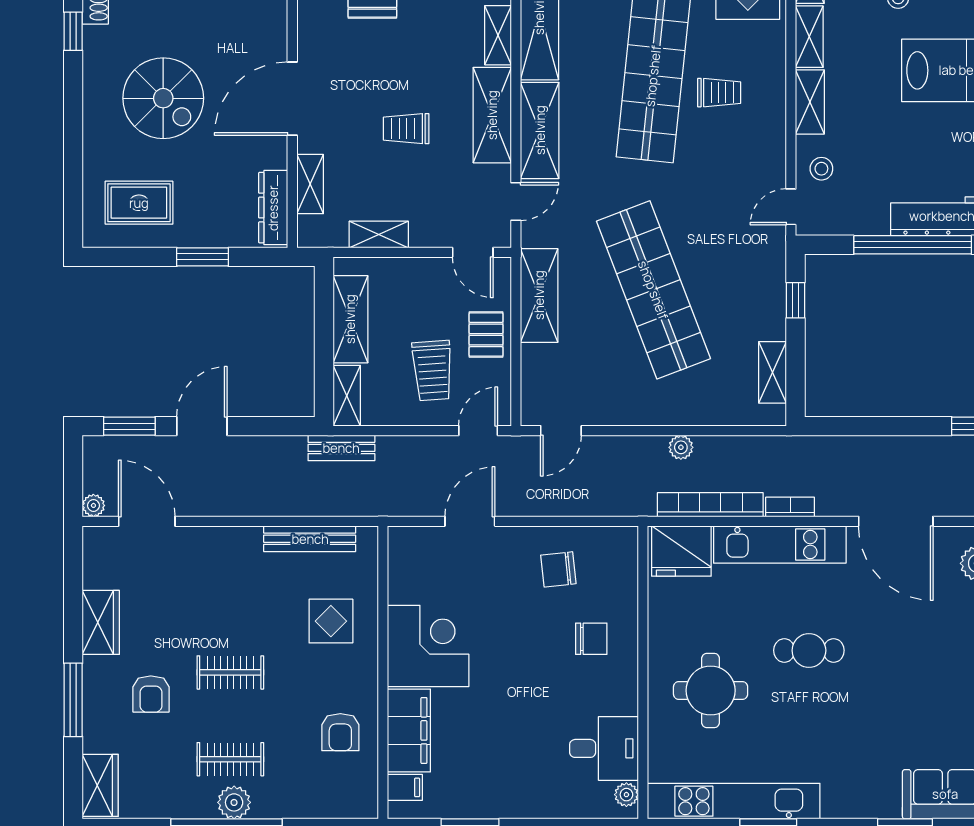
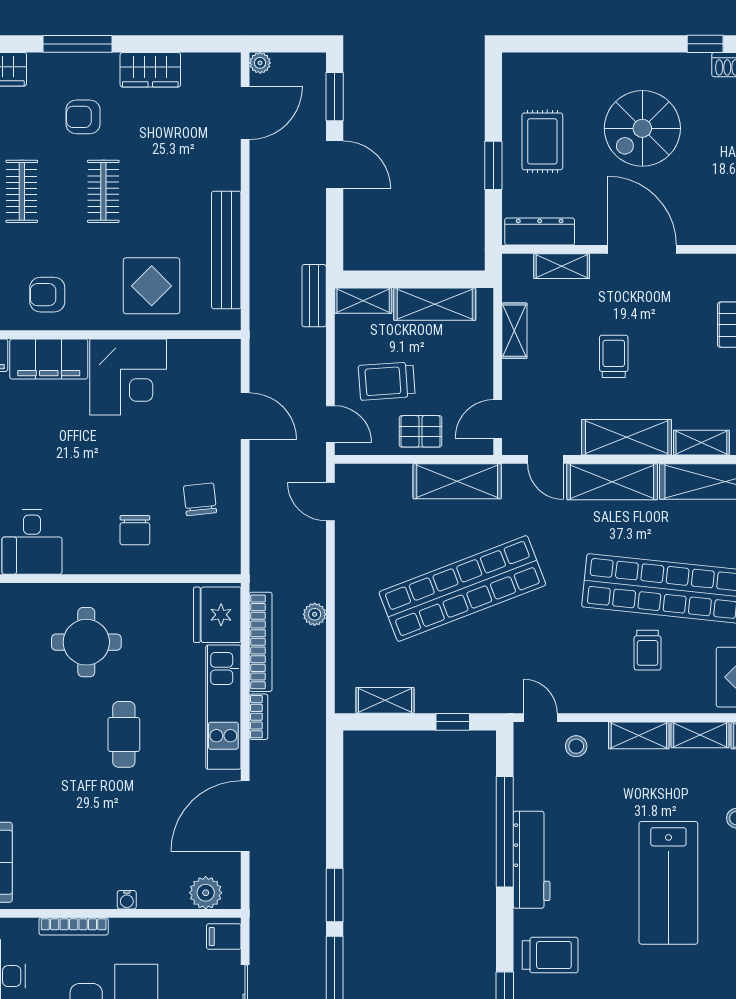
rug: (139, 203) -> (542, 141), moved
bench: (310, 539) -> (226, 250), width x1.37, depth x1.21
display table: (331, 621) -> (152, 286), width x1.36, depth x1.36

